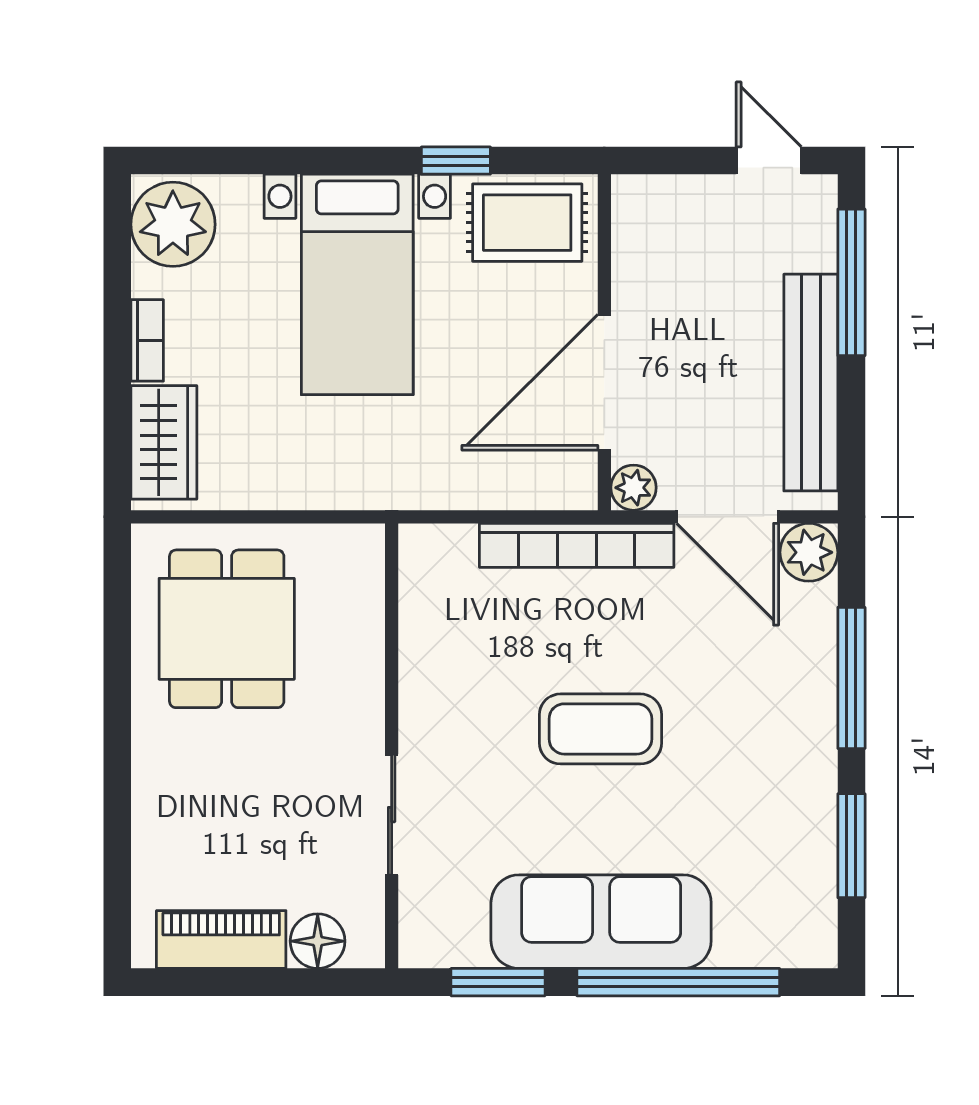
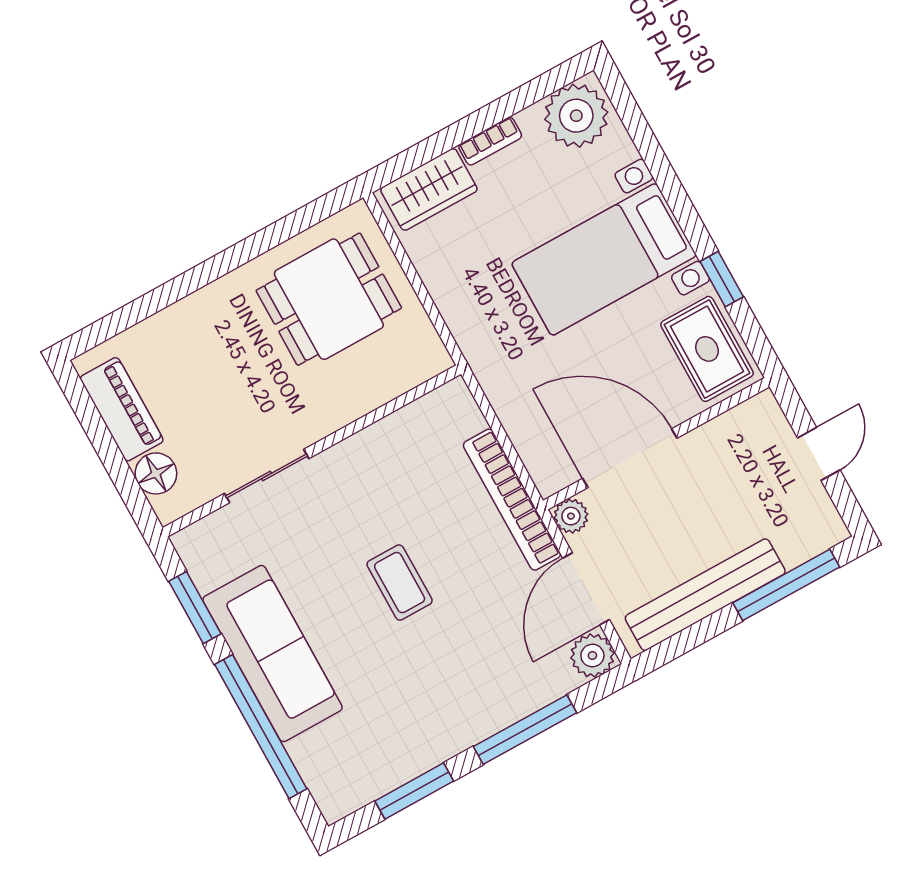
door: (769, 161) -> (819, 454), moved
coffee table: (600, 729) -> (400, 583), width x0.73, depth x0.77

